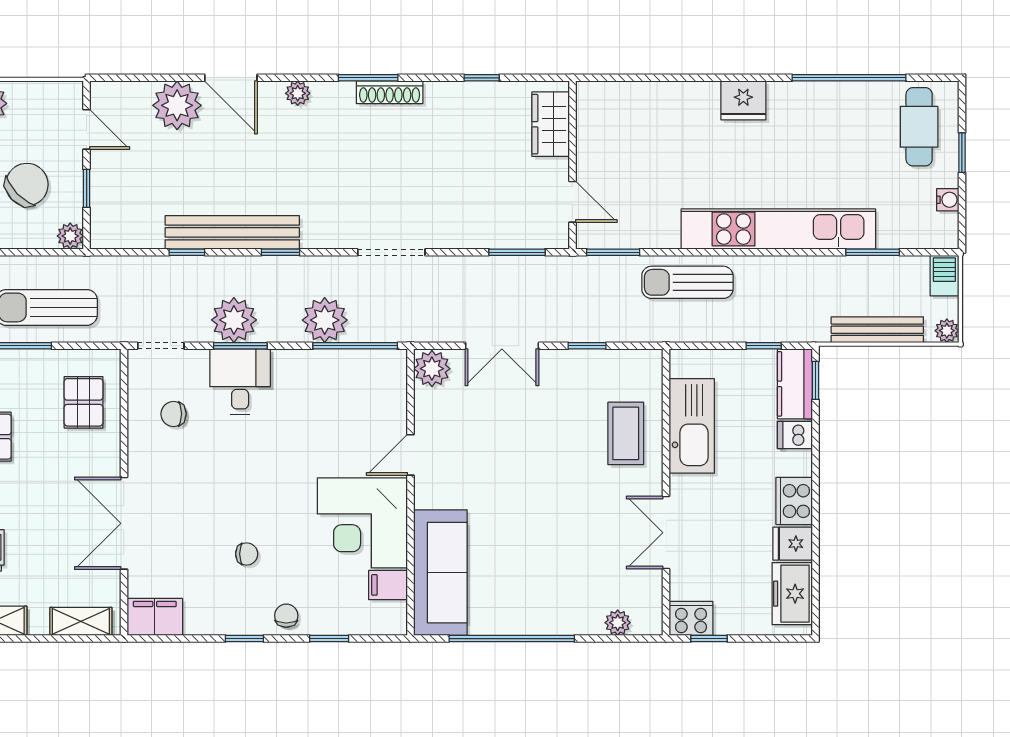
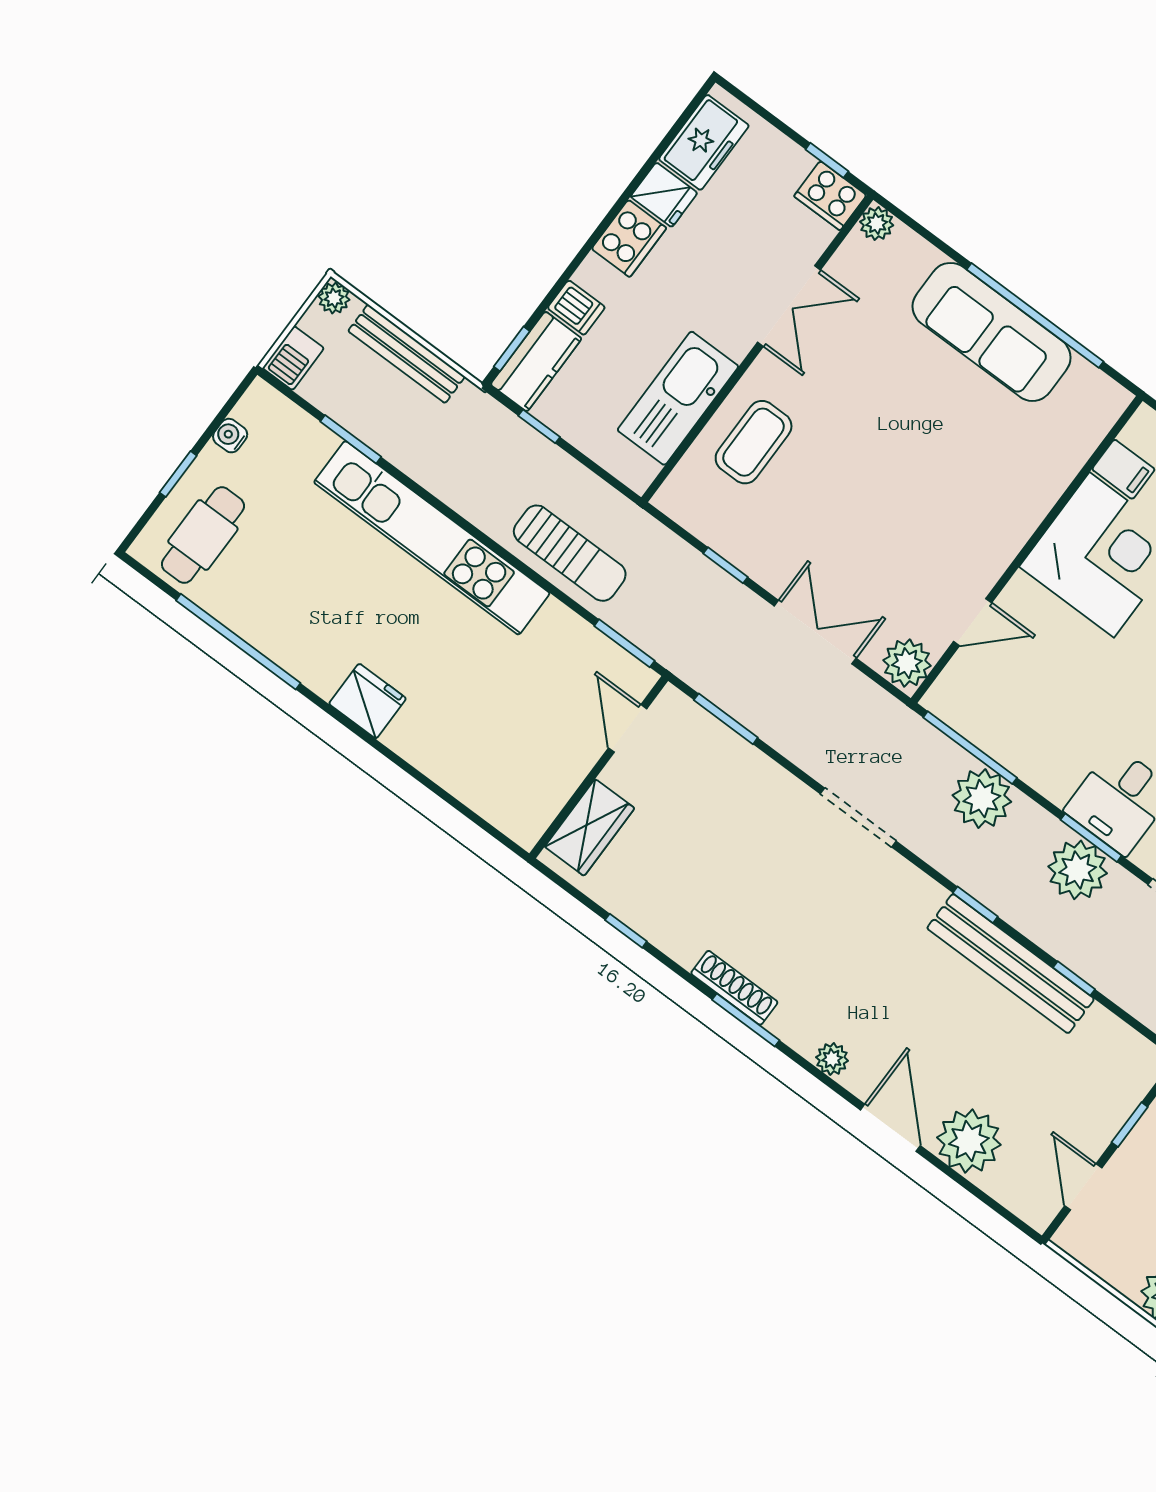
door: (411, 455) -> (973, 622), moved
sofa: (440, 573) -> (992, 332), moved, turned -90
plant: (618, 623) -> (877, 224), moved

